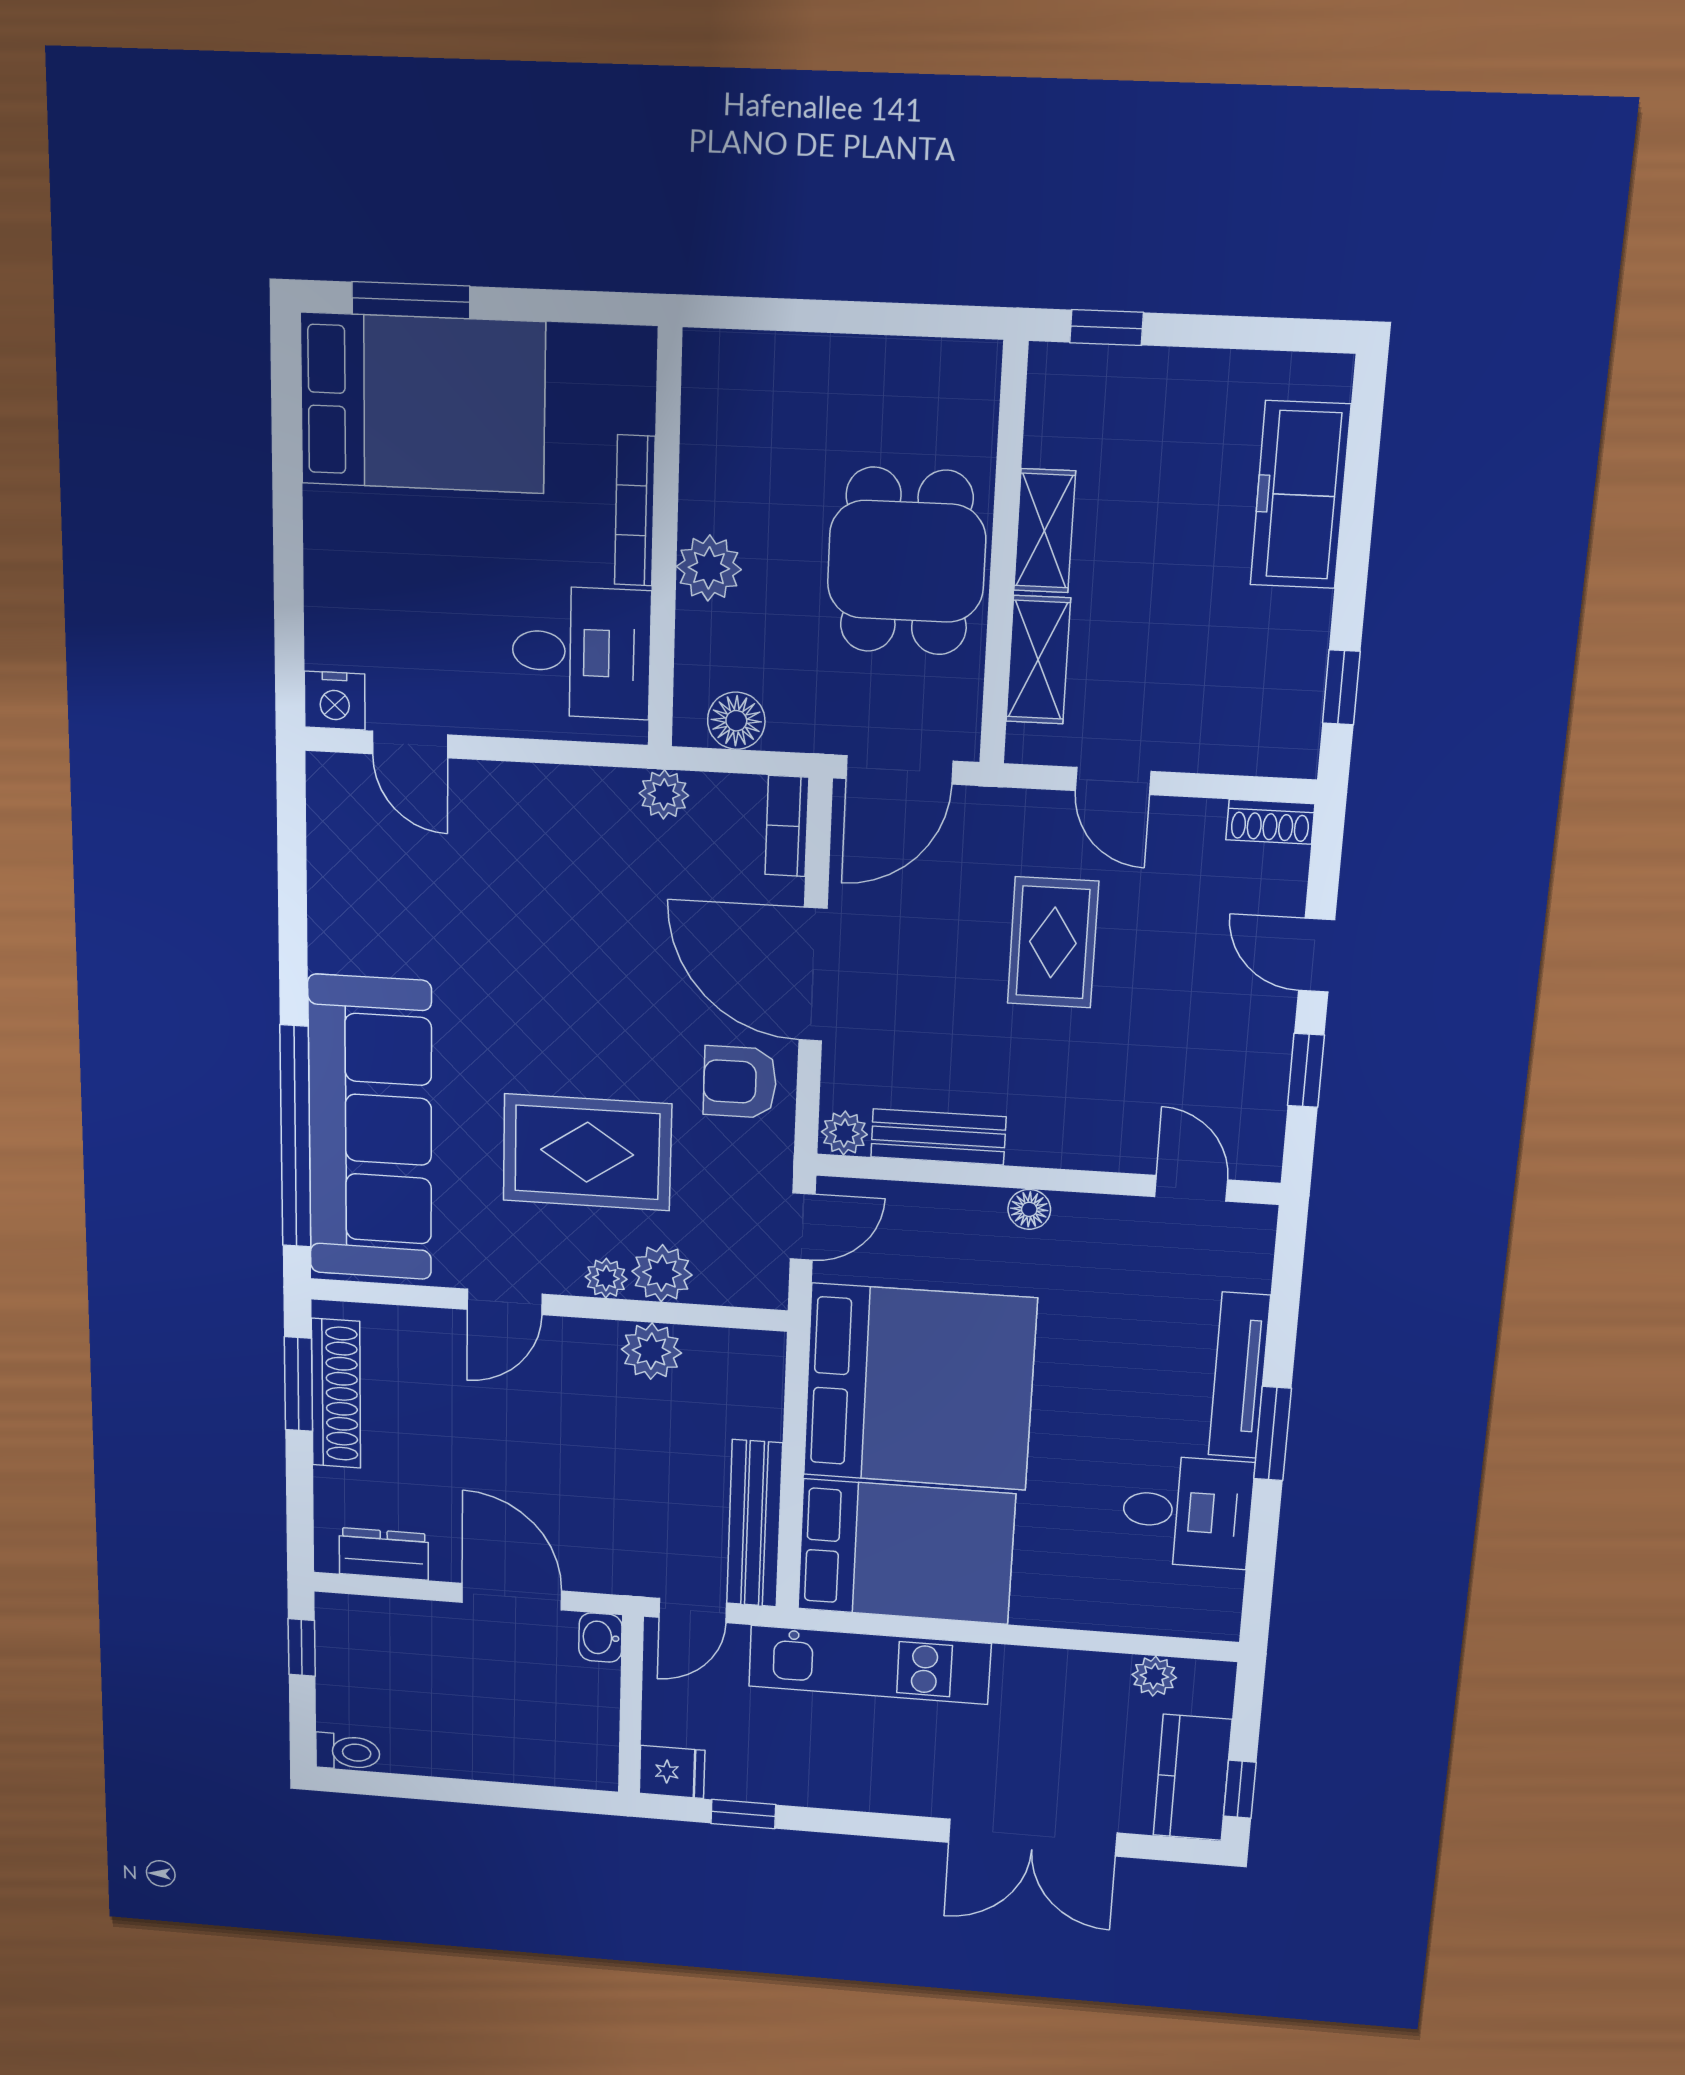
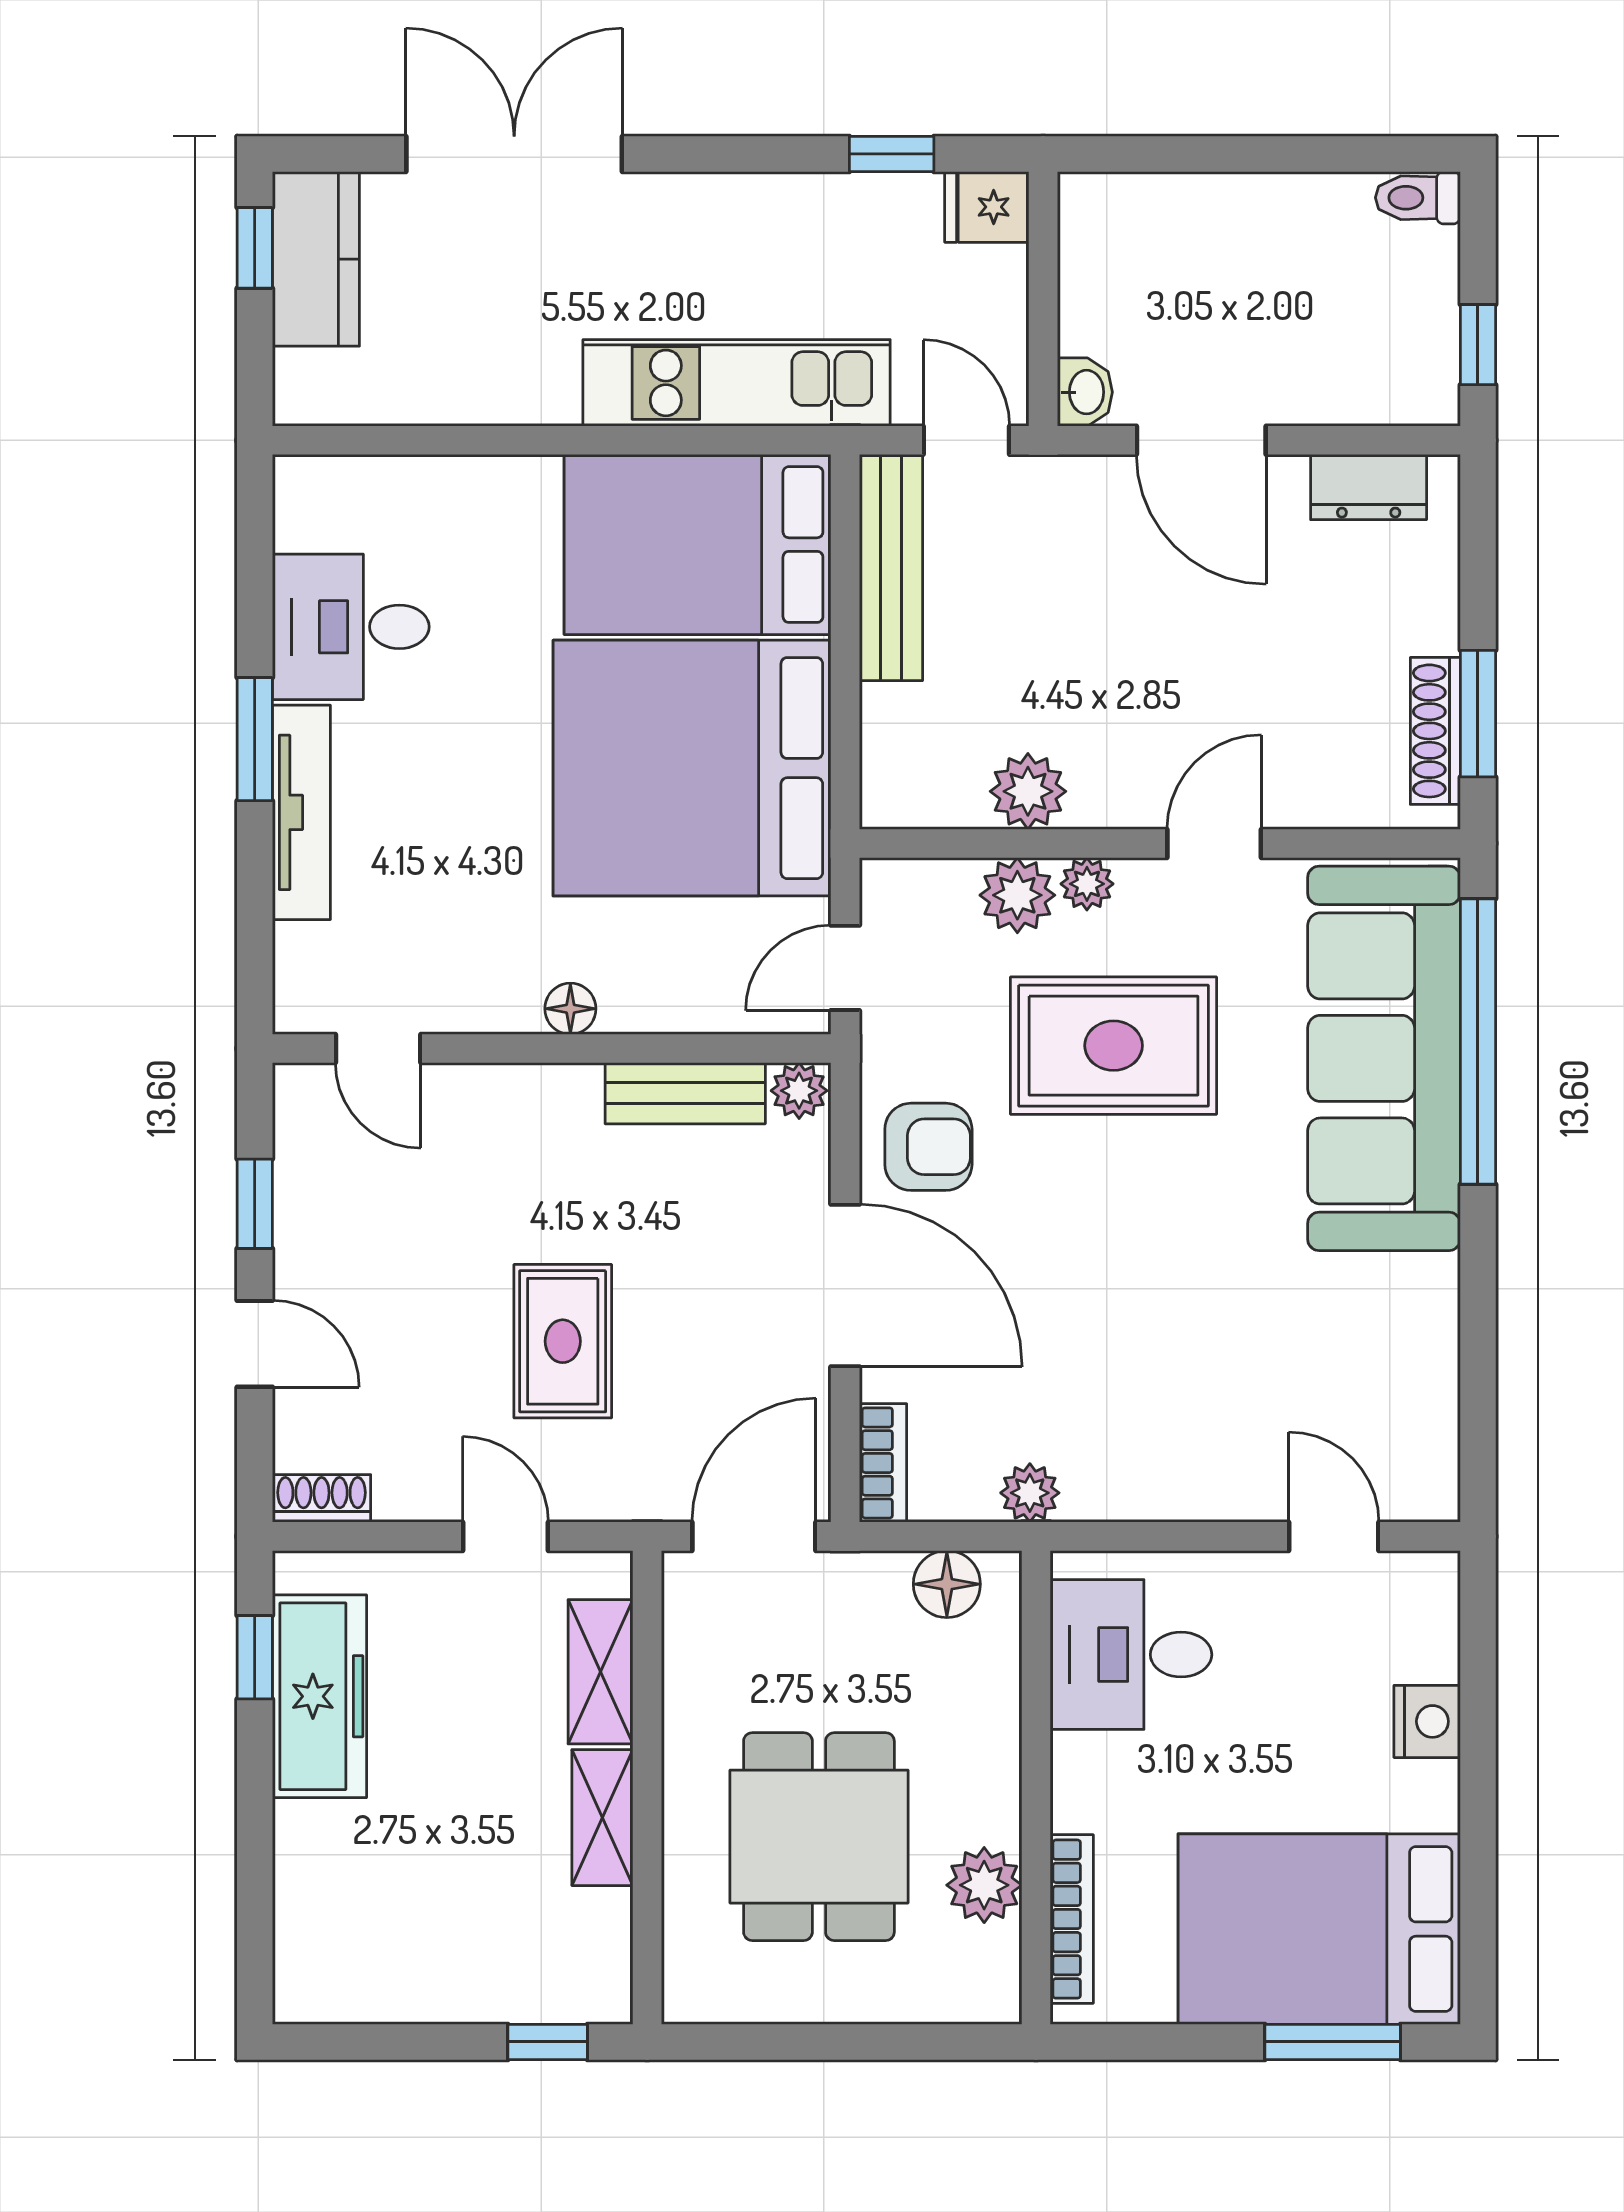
freezer: (1300, 495) -> (319, 1696), moved
bookcase: (635, 511) -> (1072, 1919), moved
dining table: (906, 561) -> (819, 1837), moved
plant: (709, 568) -> (984, 1885), moved
nightstand: (335, 701) -> (1427, 1721), moved, turned 90
shoe rack: (336, 1393) -> (1435, 731), width x0.74, depth x0.81
door: (693, 1610) -> (966, 440), hinge flipped
plant: (1154, 1676) -> (375, 398), removed

